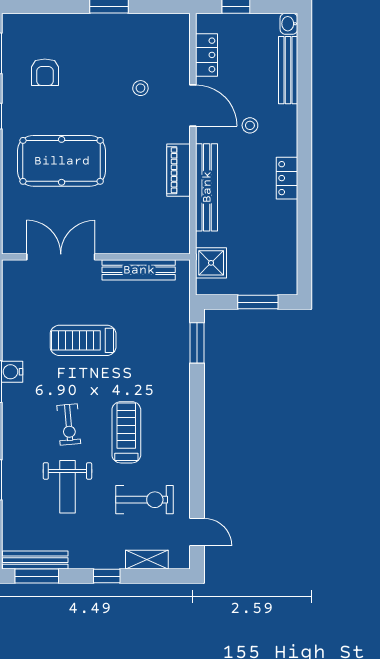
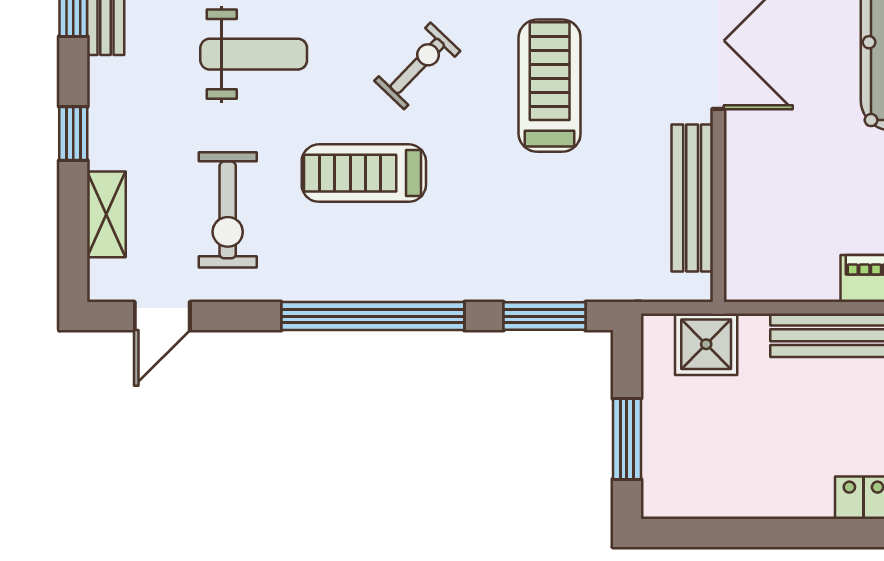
exercise bike: (69, 425) -> (417, 66), moved, turned 139
window: (197, 428) -> (373, 316), added
treadmill: (126, 432) -> (364, 173), turned 180
weight bench: (67, 487) -> (254, 54), turned 180

